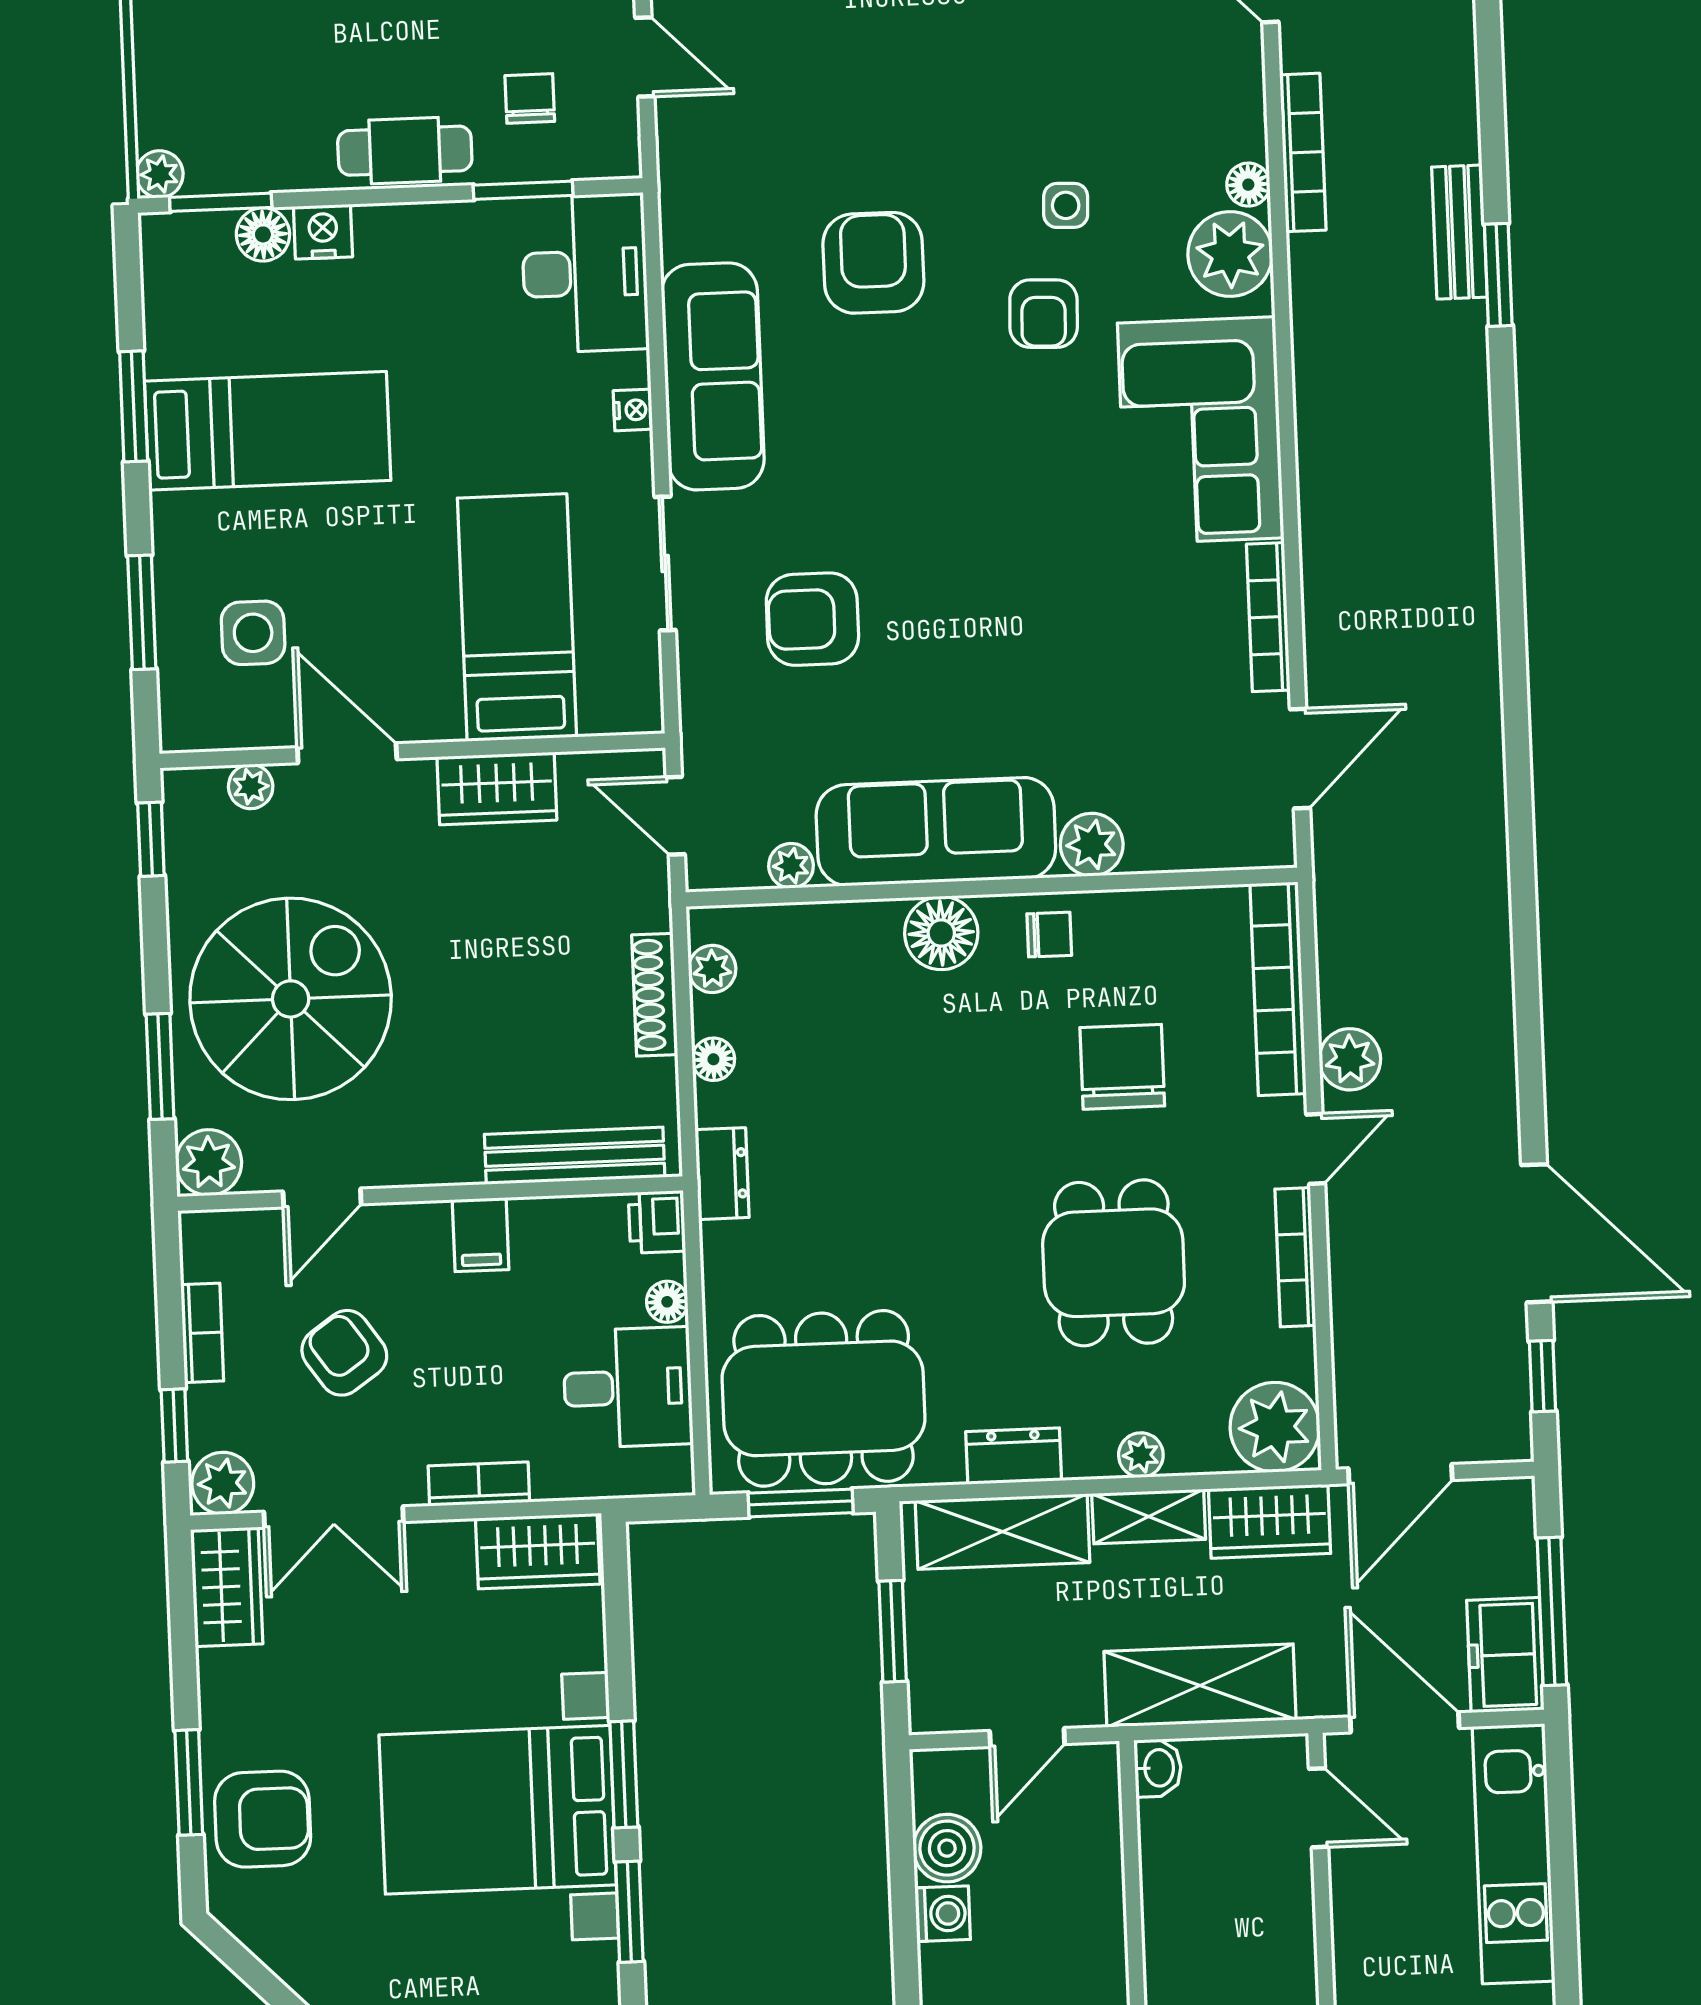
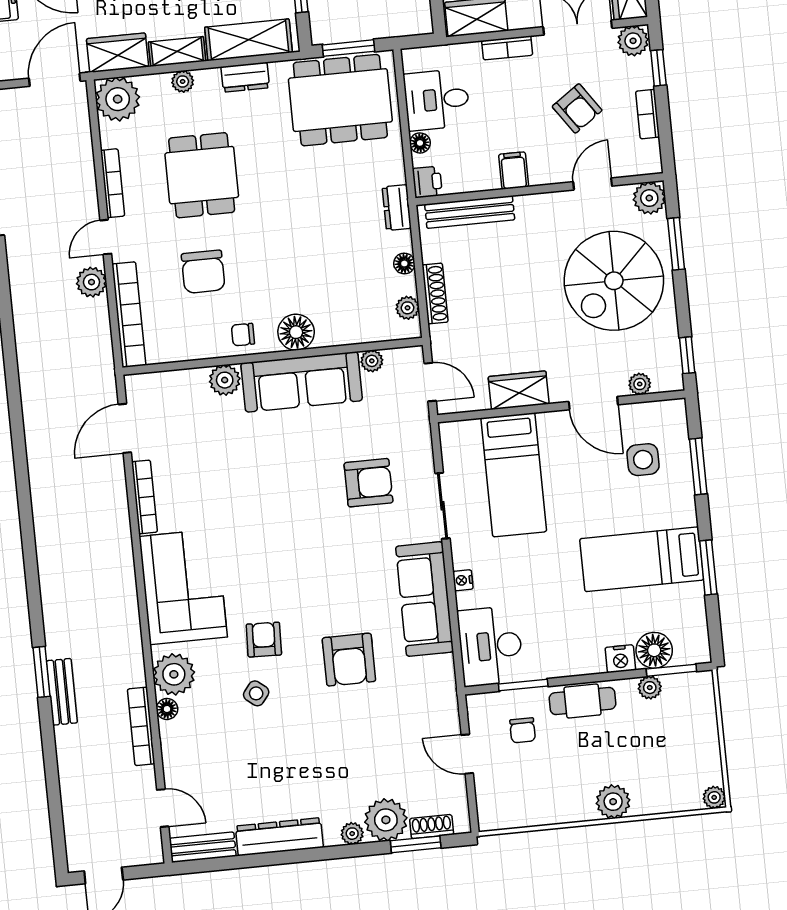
plant: (160, 174) -> (650, 688), moved
side table: (1066, 205) -> (256, 693), turned 36
floor lamp: (263, 234) -> (654, 650), width x1.38, depth x1.38

